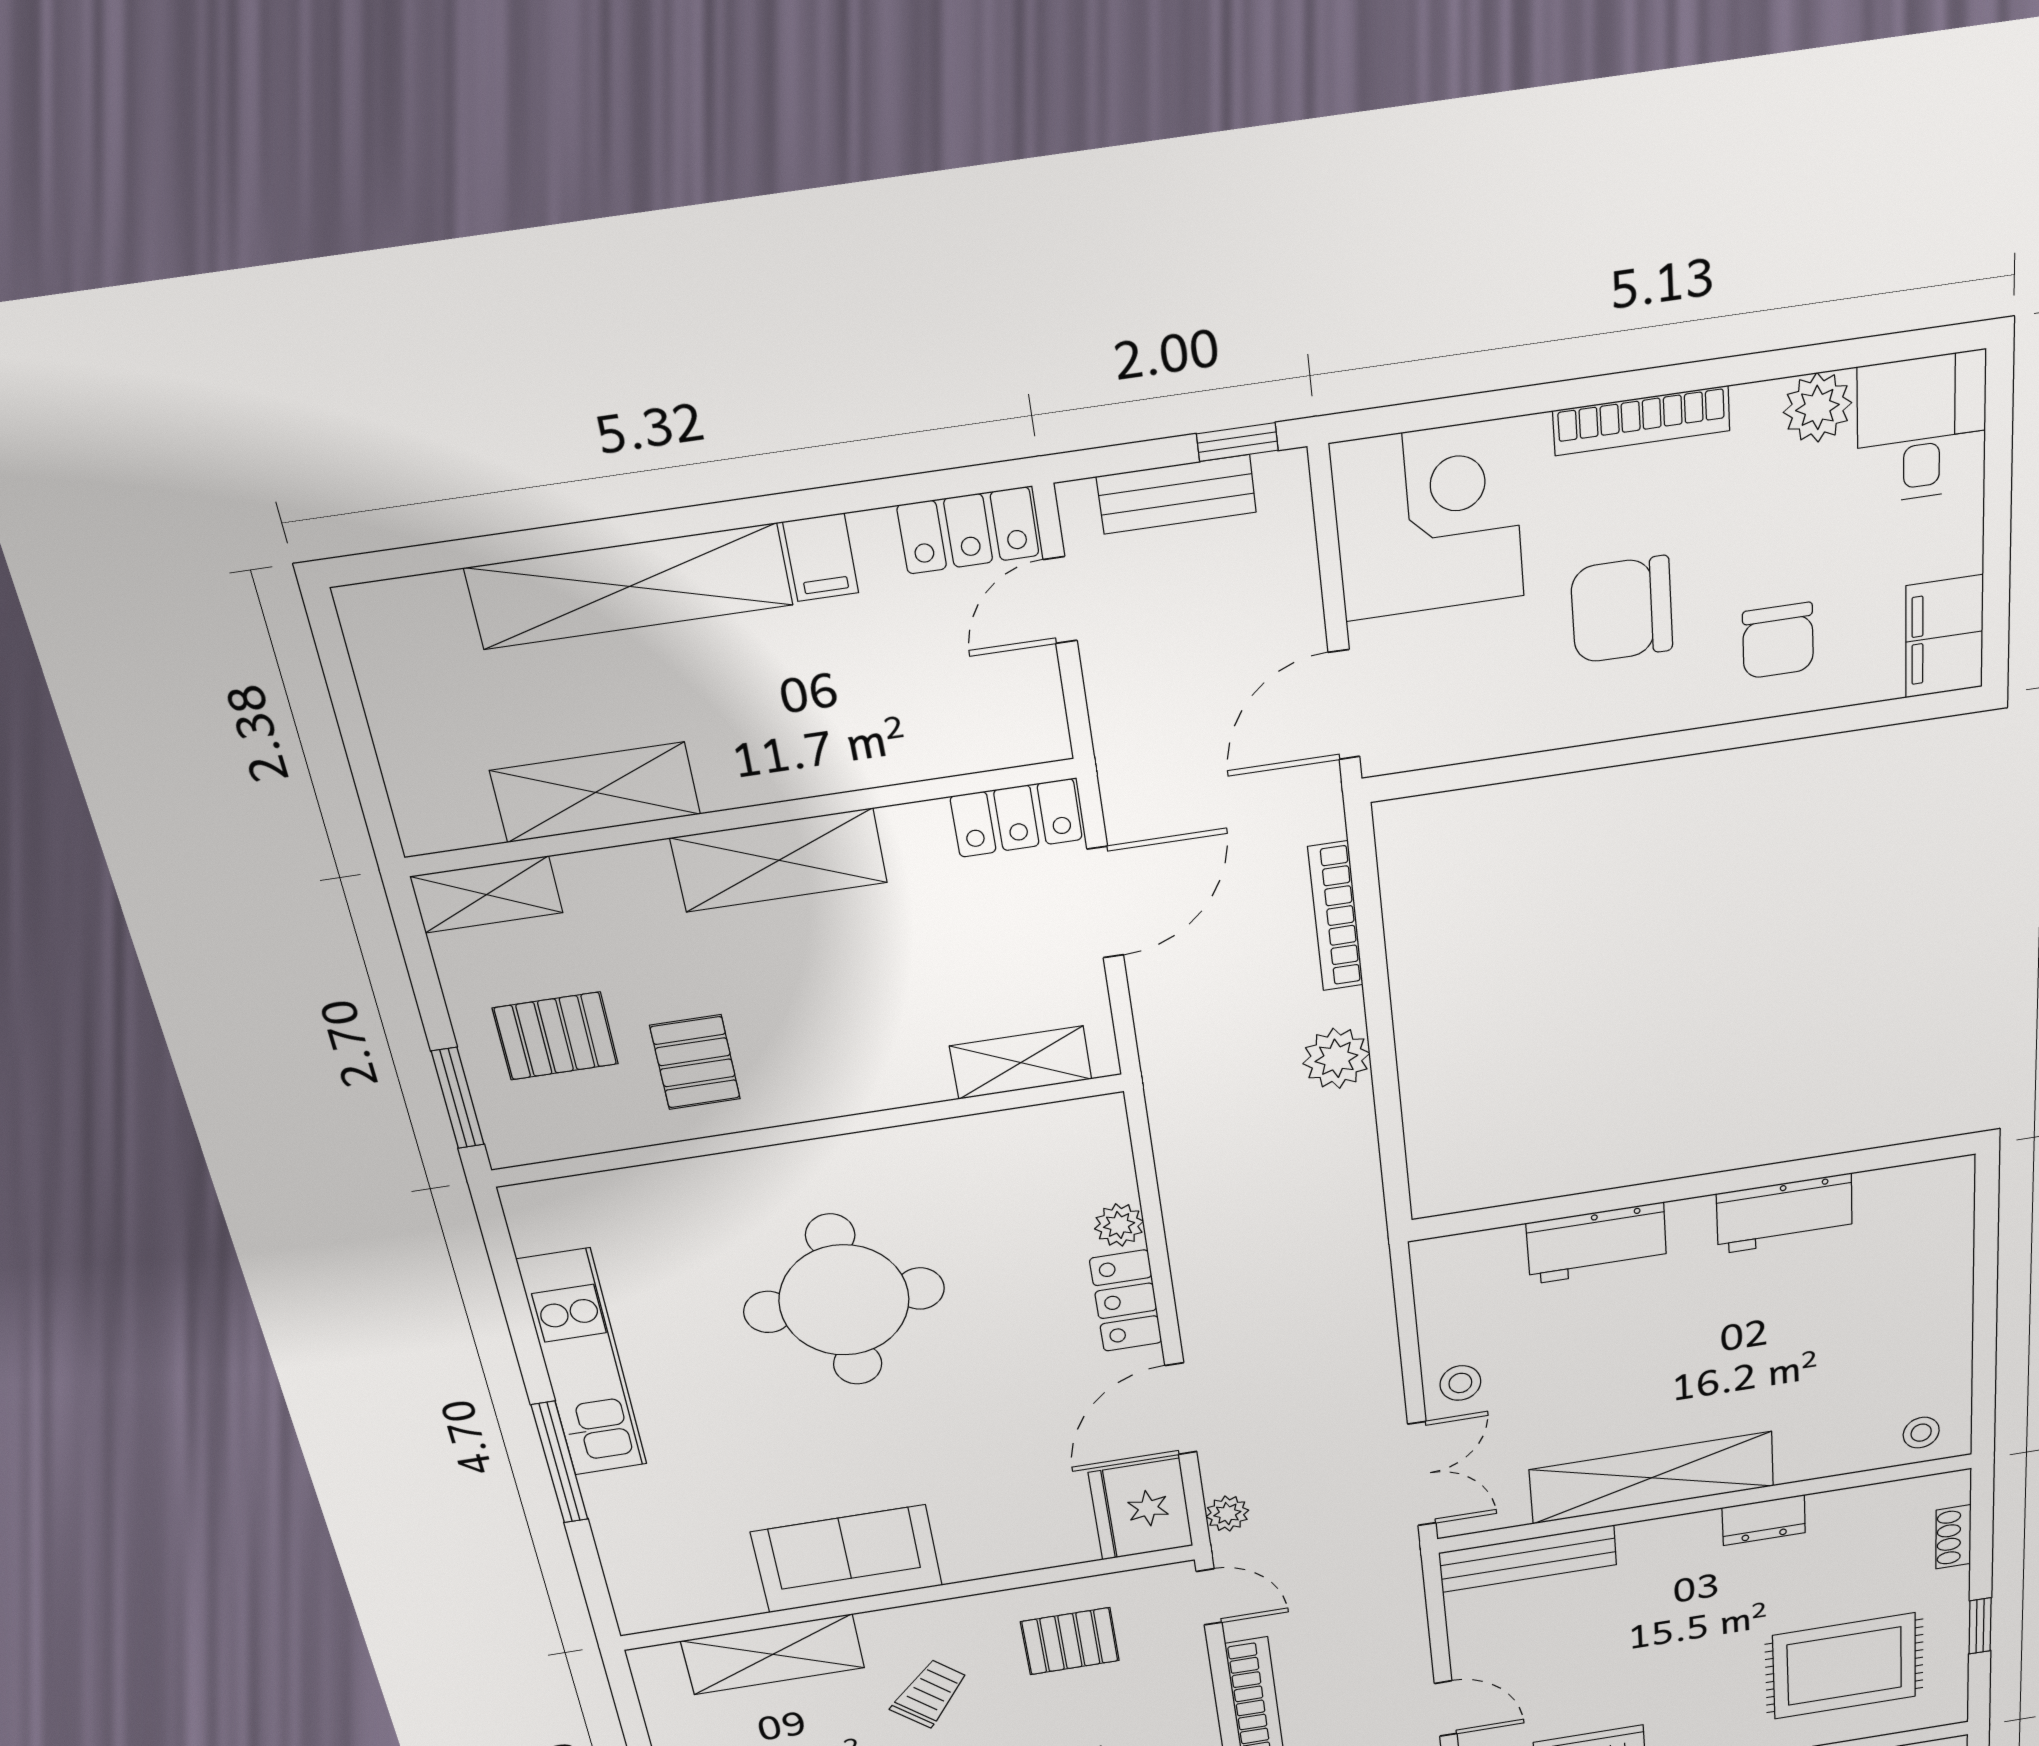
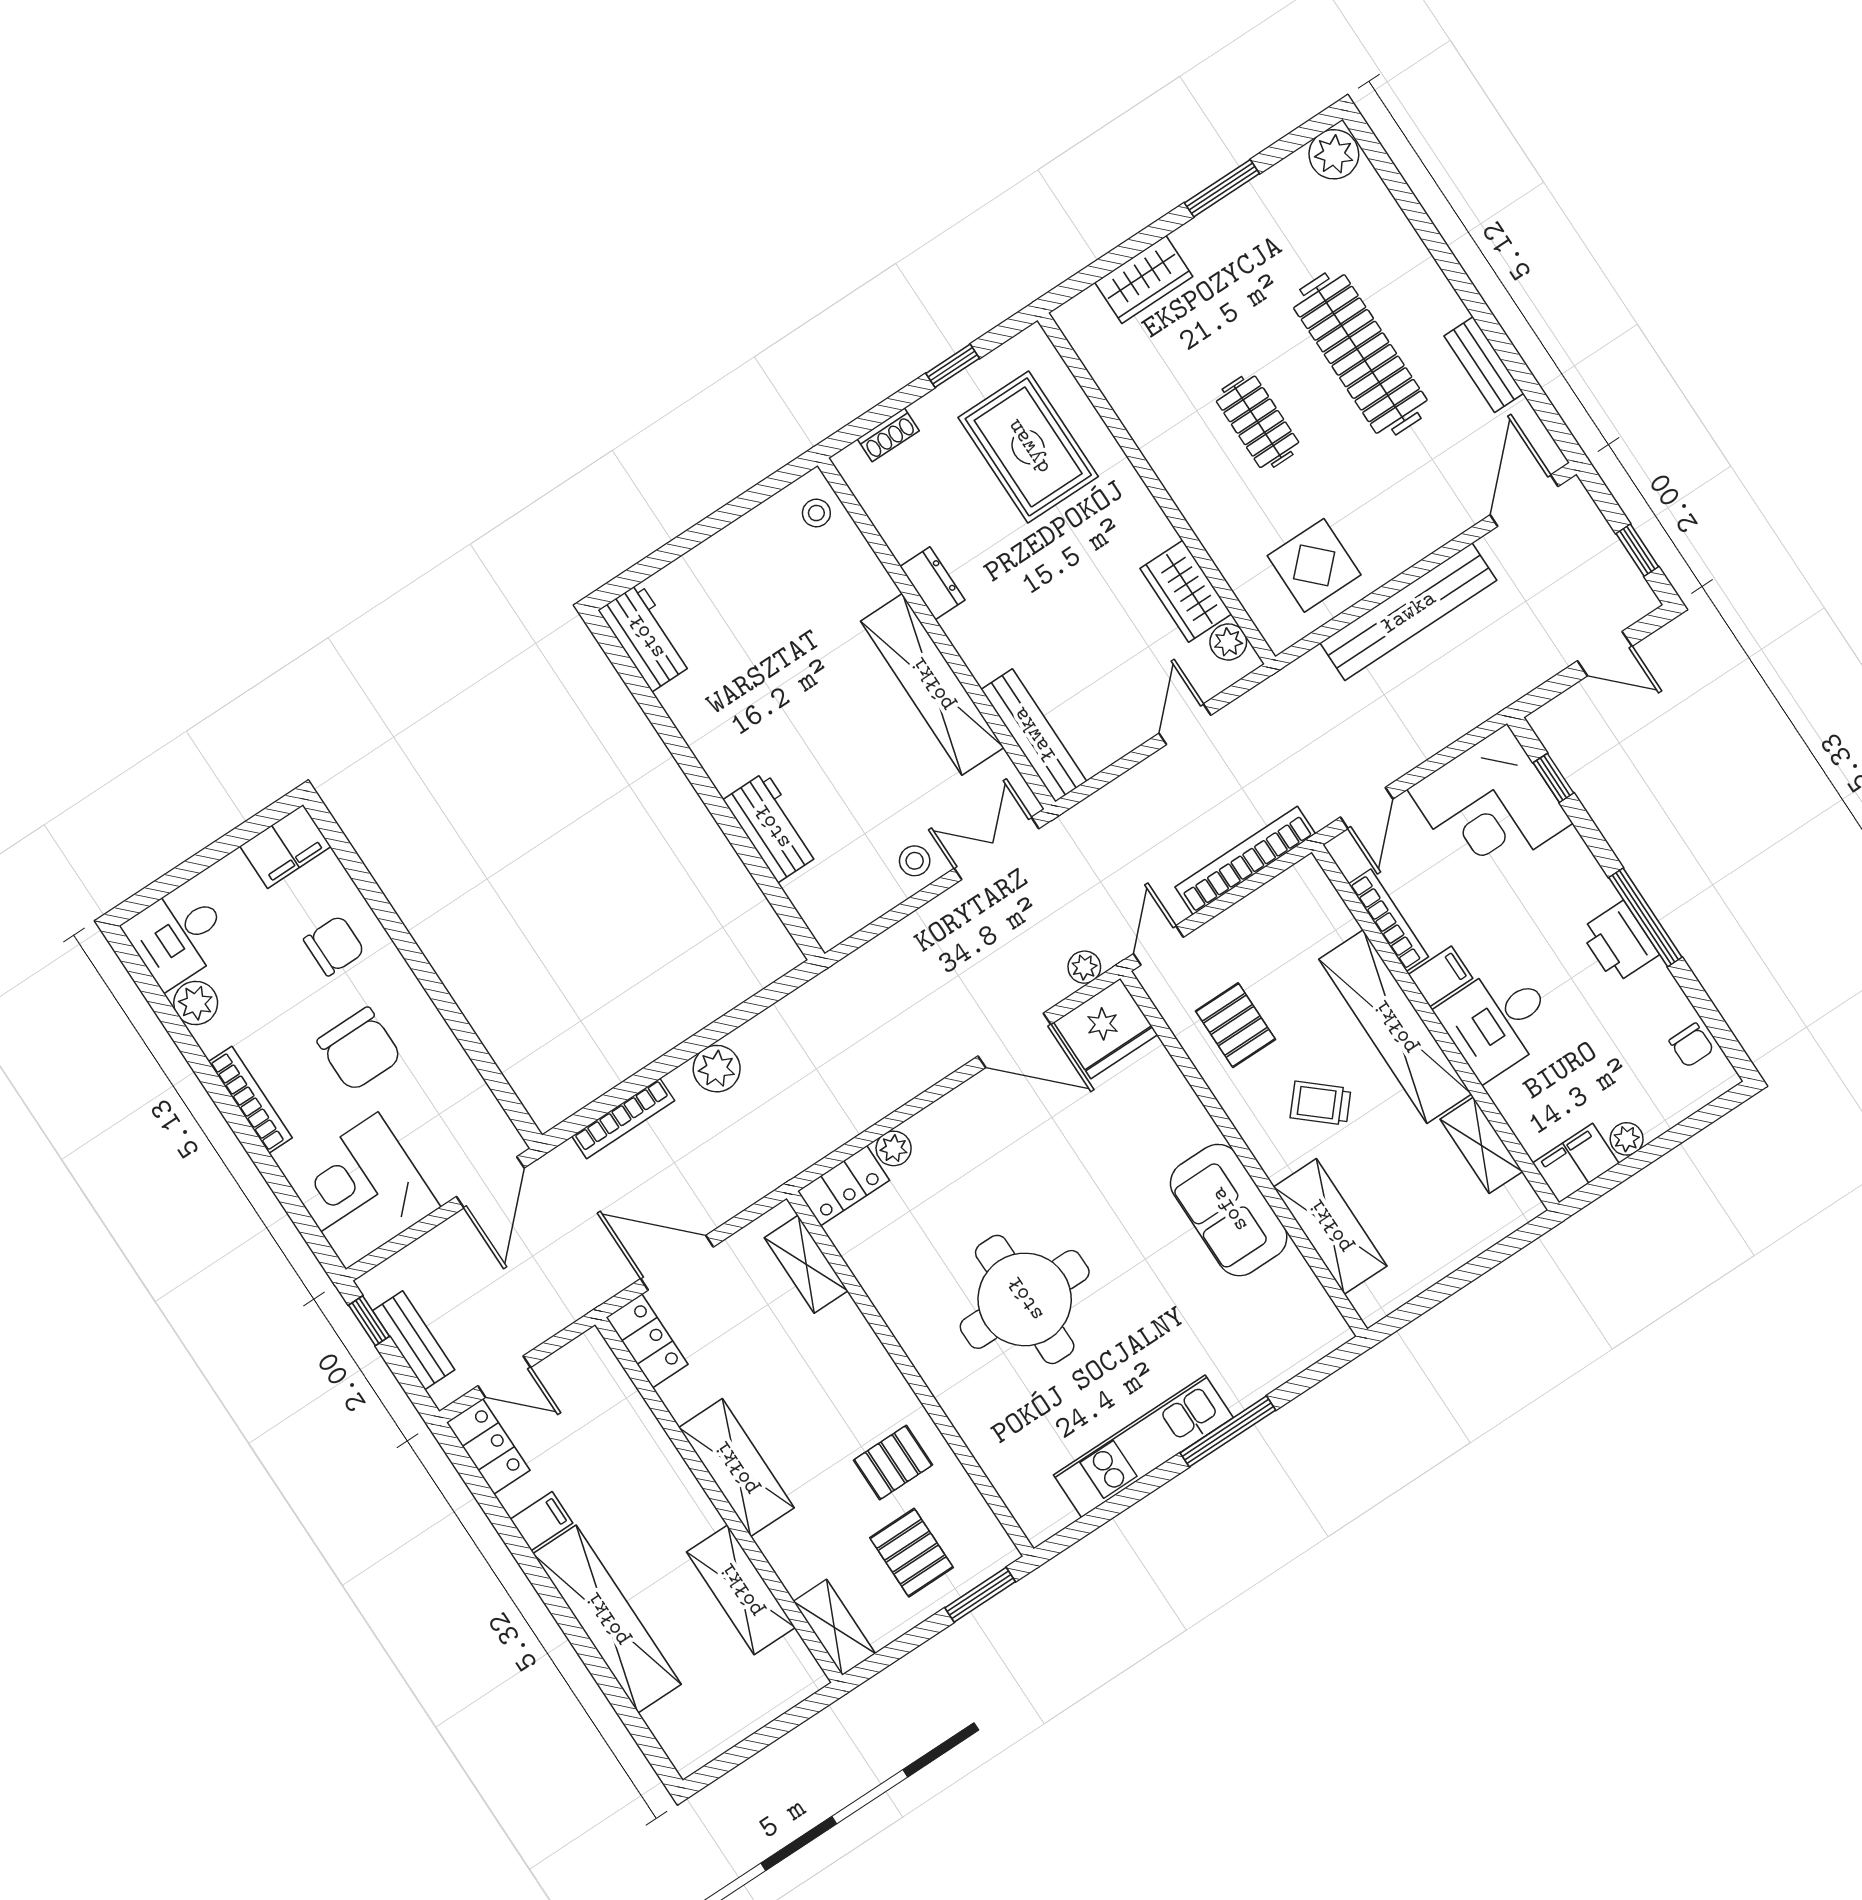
door: (1344, 705) -> (490, 1182), hinge flipped
workbench: (1784, 1214) -> (646, 637), moved
locker: (1126, 1301) -> (844, 1186), moved

